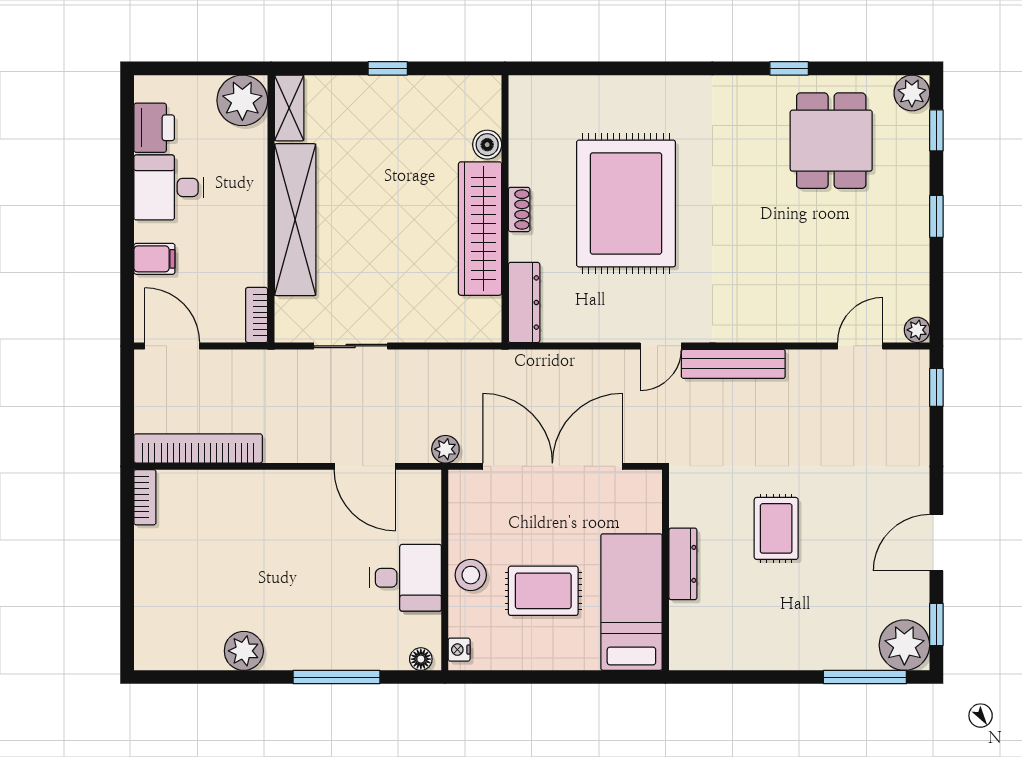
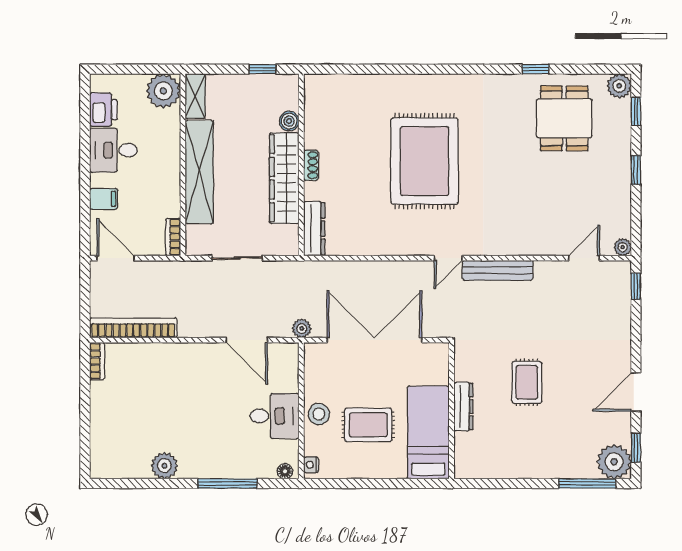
boiler: (487, 145) -> (289, 121), moved
wall: (505, 209) -> (301, 165), moved
shoe rack: (519, 209) -> (311, 165), moved
wardrobe: (480, 229) -> (284, 178), moved
dresser: (524, 302) -> (314, 229), moved

